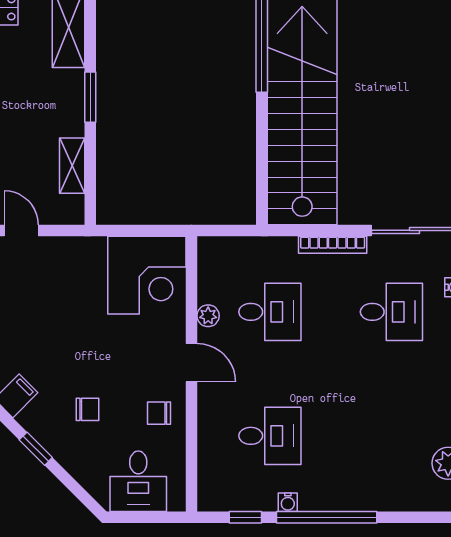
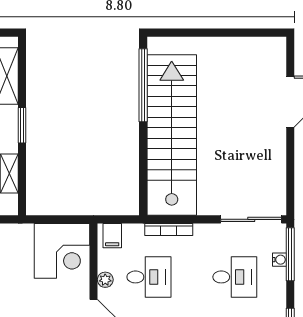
bookcase: (333, 245) -> (169, 230), moved
filing cabinet: (218, 253) -> (112, 236), added

